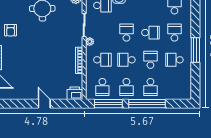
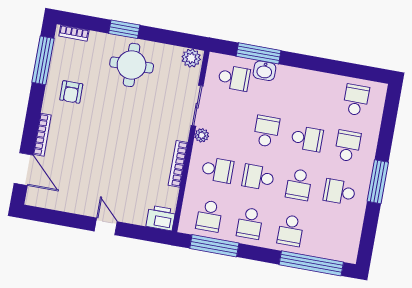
school desk: (150, 60) -> (299, 185), turned 180
window: (147, 104) -> (311, 263), moved

